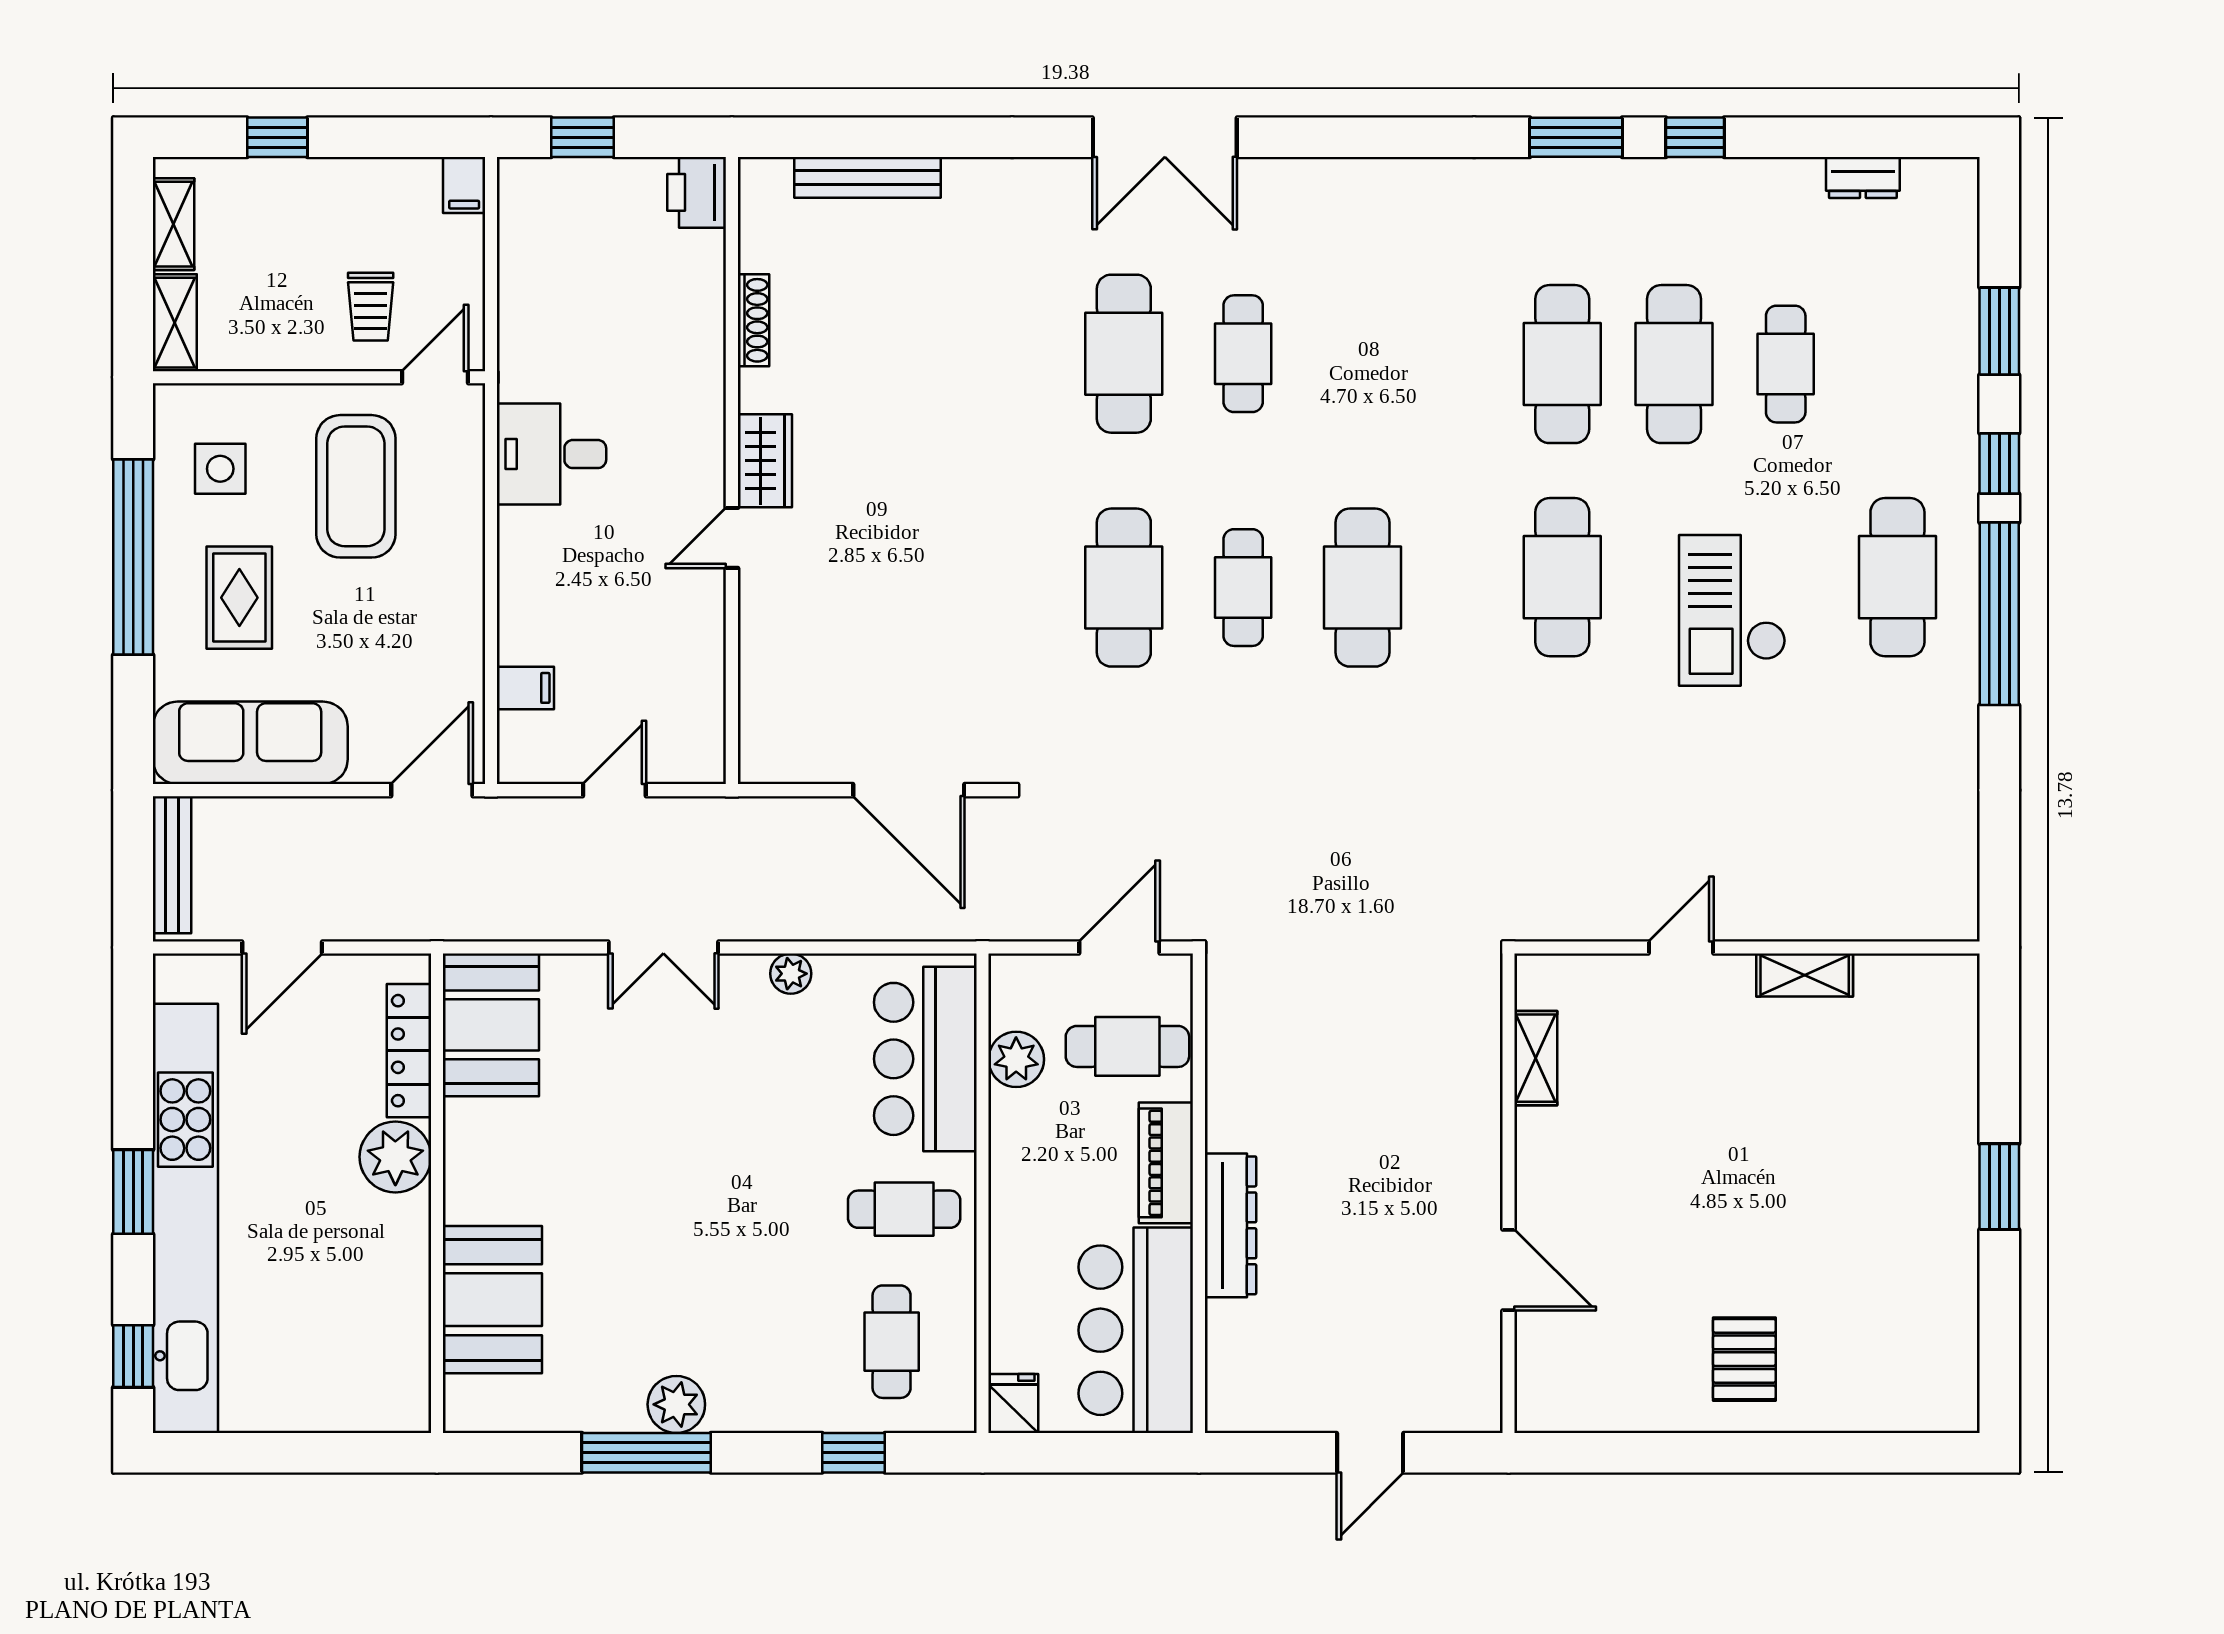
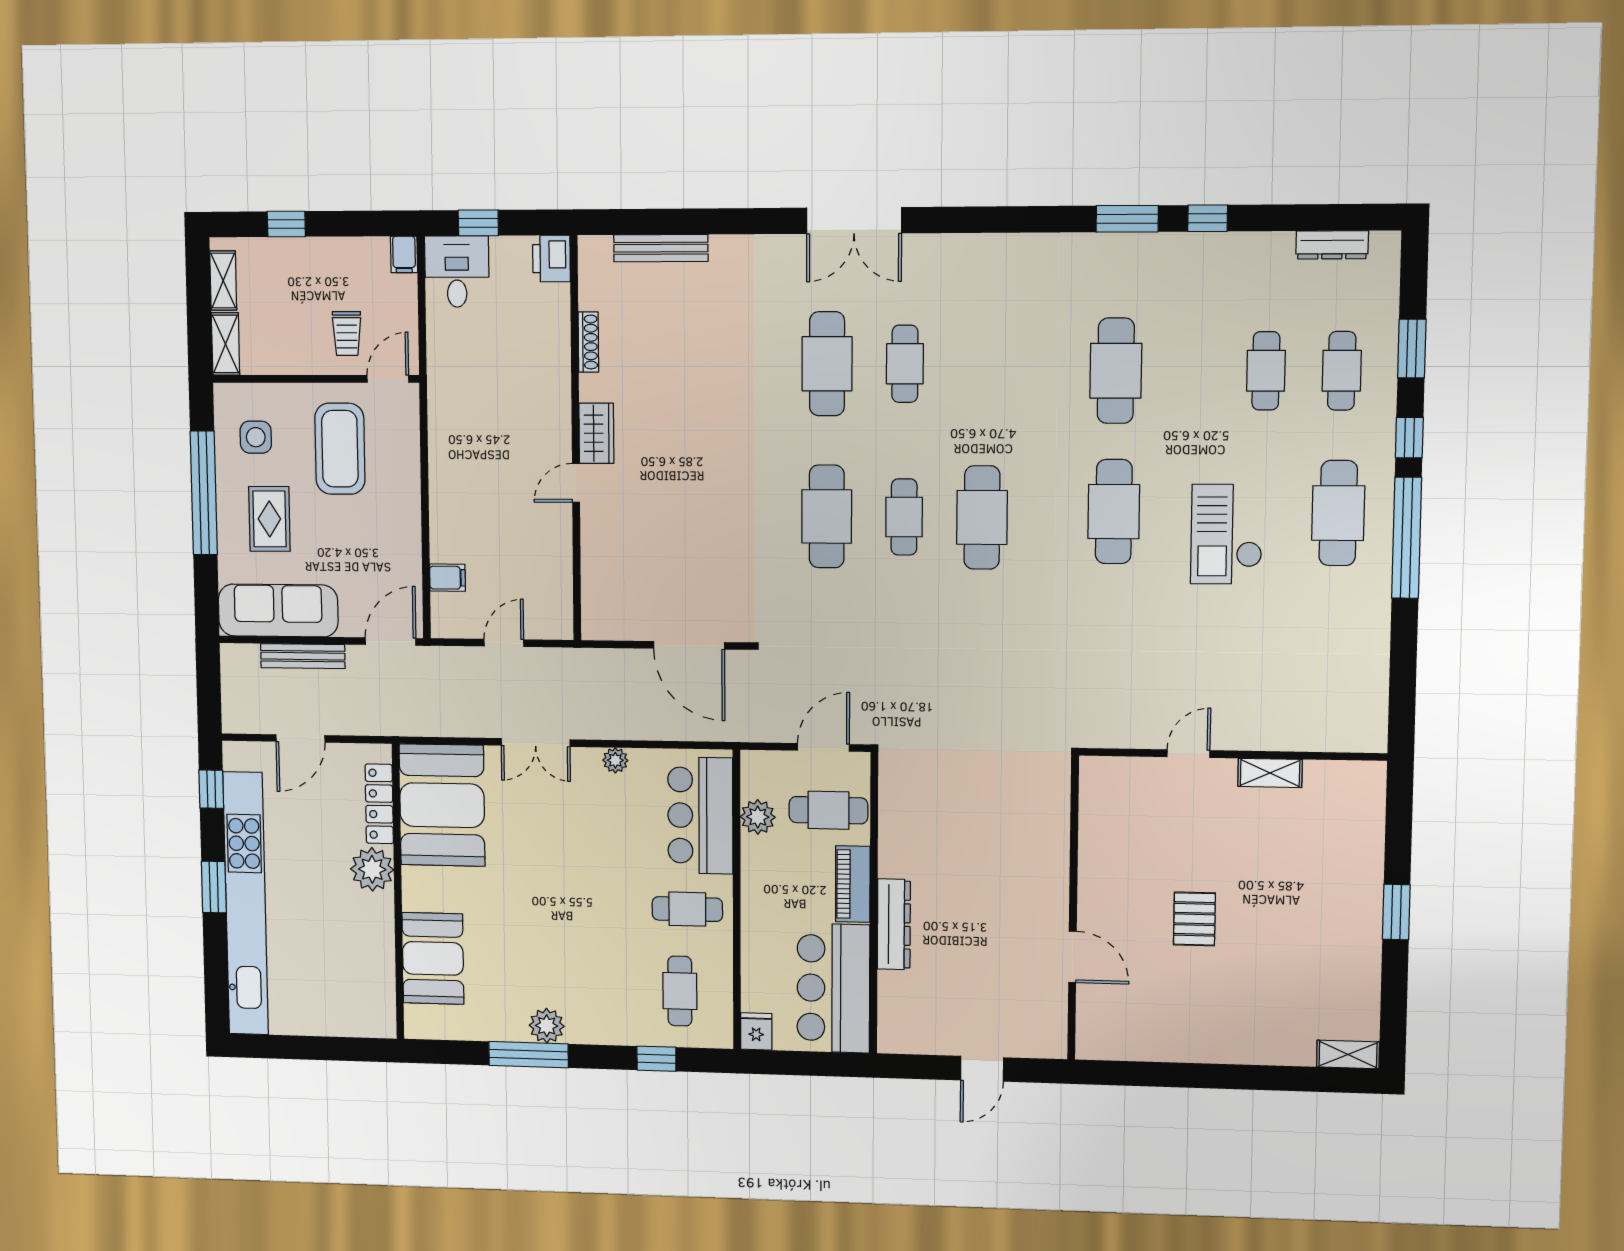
dresser: (1863, 178) -> (1332, 245), width x1.44
cafe table: (1674, 364) -> (1342, 371), moved, width x0.73, depth x0.74
desk: (551, 454) -> (457, 271), moved, turned 90
bench: (172, 865) -> (303, 656), moved, turned 90
booth: (491, 1025) -> (442, 805), width x1.36, depth x1.42
shelving: (1536, 1058) -> (1348, 1054), moved, turned 90
window: (133, 1356) -> (211, 789), moved
pallet: (1744, 1359) -> (1194, 919), moved

